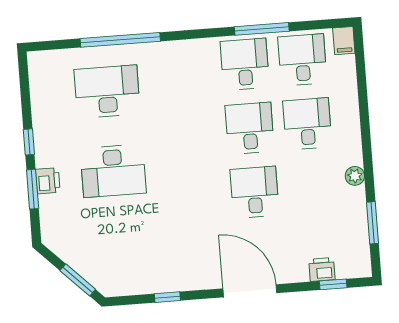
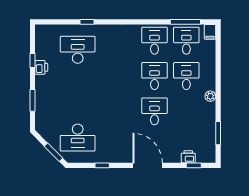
window: (262, 29) -> (185, 22), moved
window: (120, 40) -> (87, 22), width x0.32
window: (29, 142) -> (33, 60), moved
desk: (113, 171) -> (78, 138), moved
plant: (355, 176) -> (210, 96), moved
printer: (48, 181) -> (41, 67), moved

